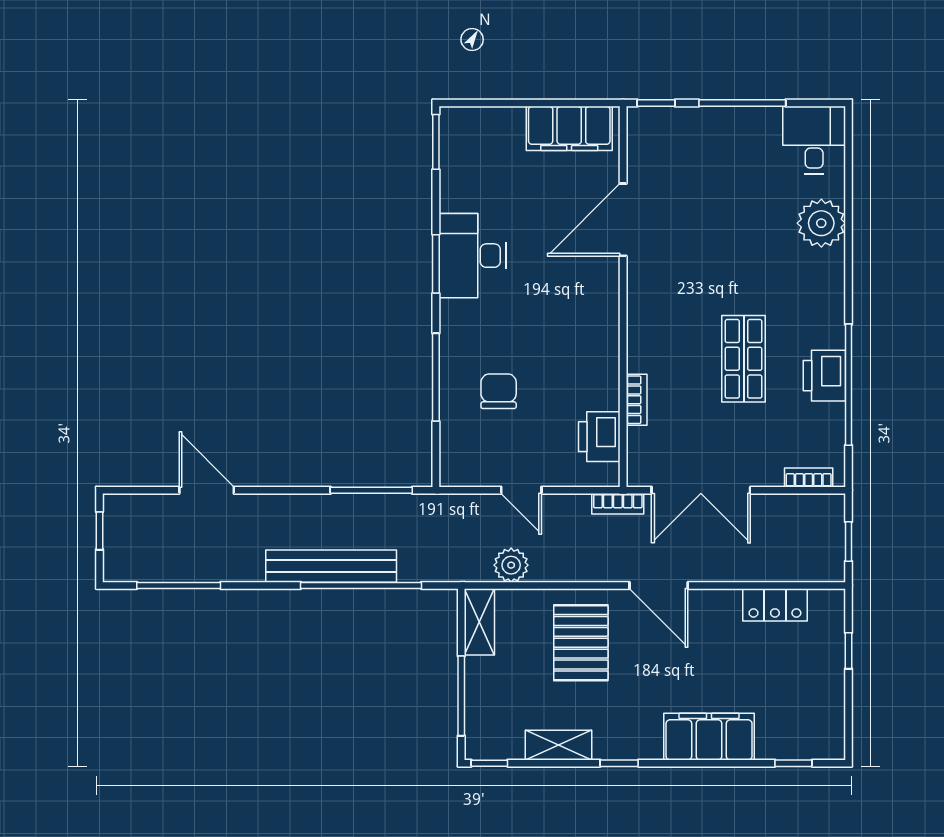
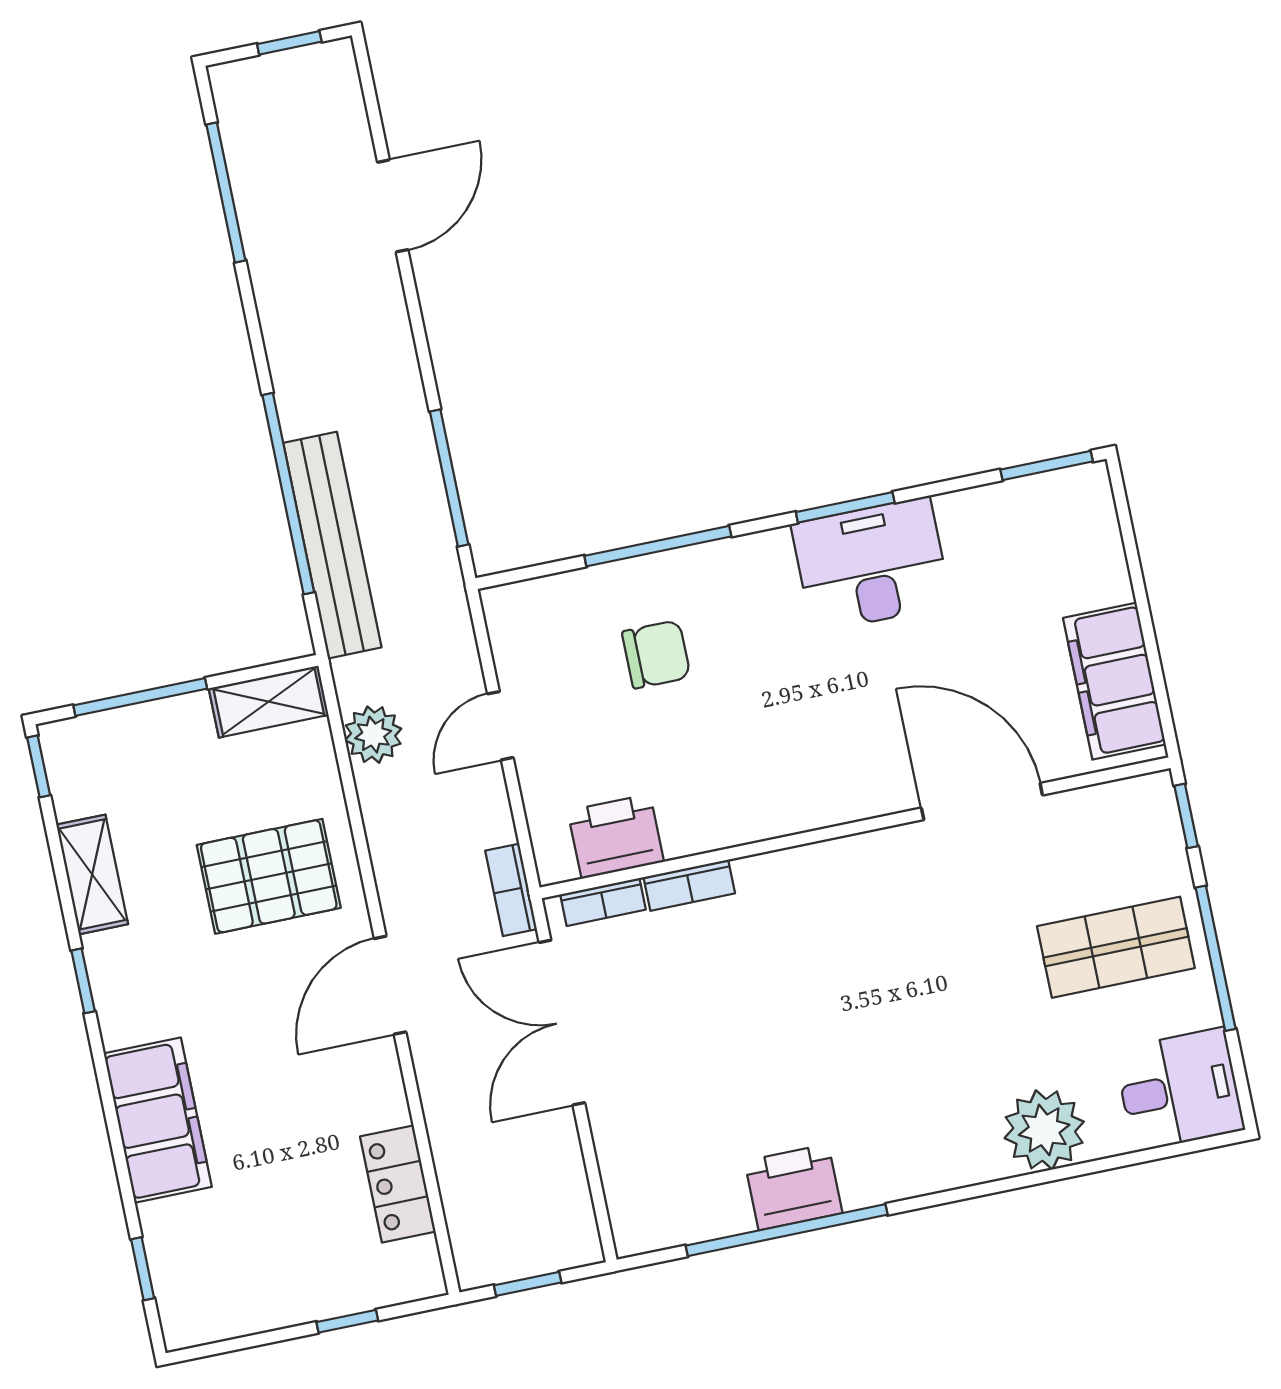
shop shelf: (744, 359) -> (1116, 947), moved
bookcase: (809, 477) -> (603, 902), moved, turned 90
bench: (331, 566) -> (332, 545), moved

